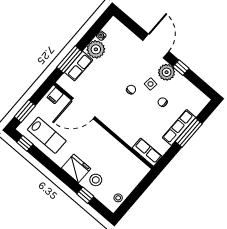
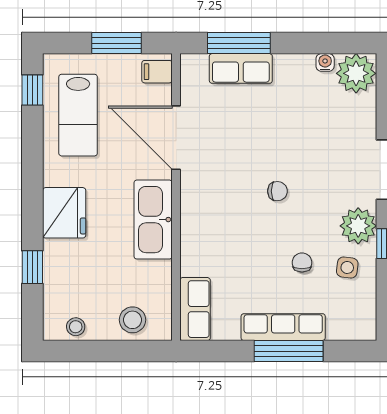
plant: (96, 49) -> (356, 73), moved
side table: (151, 84) -> (347, 267), moved
window: (25, 111) -> (116, 43), moved
kitchen sink: (104, 140) -> (153, 220), added
stool: (96, 180) -> (132, 320), moved

